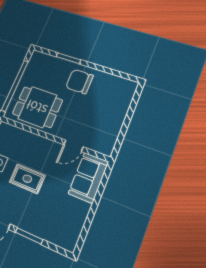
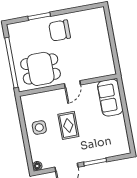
door: (73, 146) -> (72, 84), moved
rug: (27, 179) -> (68, 125), turned 90

